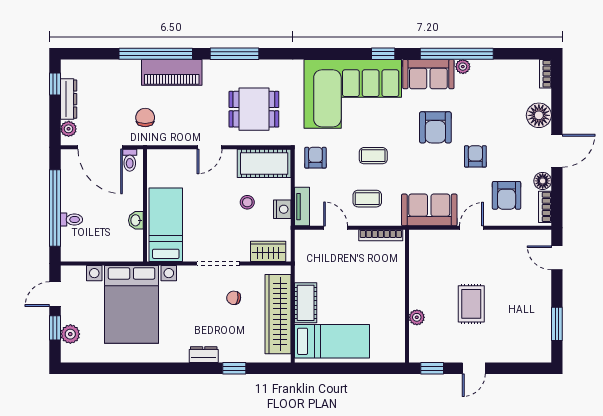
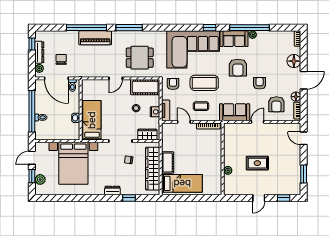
chair: (145, 118) -> (61, 59), moved
coffee table: (373, 156) -> (204, 83), width x1.86, depth x1.72
rug: (471, 304) -> (257, 163), turned 90
window: (432, 368) -> (284, 198), moved

